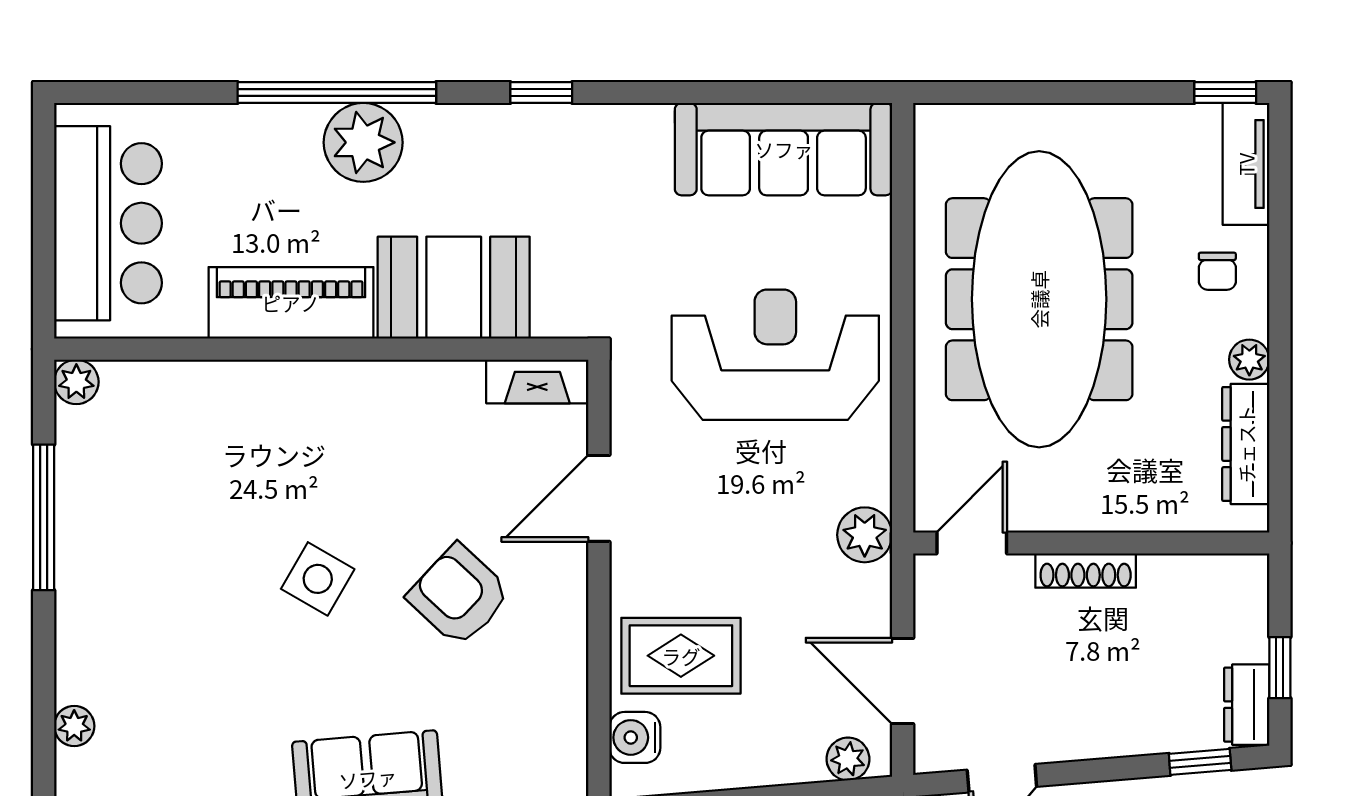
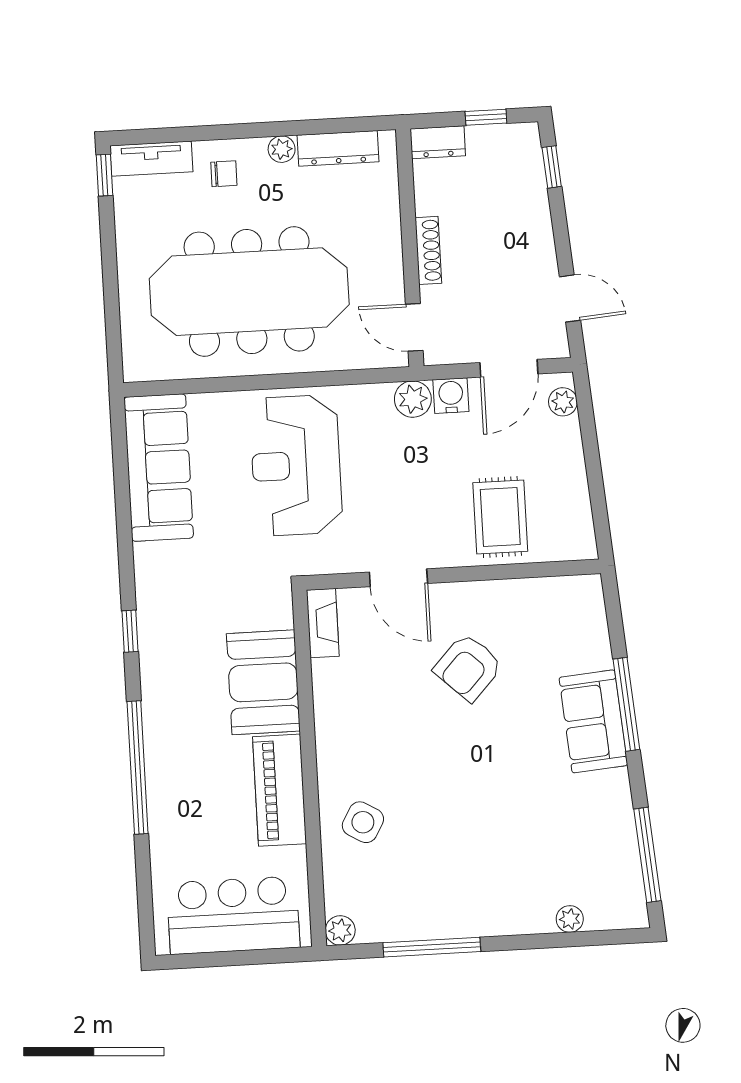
plant: (363, 142) -> (170, 748), removed
side table: (318, 579) -> (363, 822), moved
dresser: (1247, 705) -> (438, 142), moved
water cooler: (635, 737) -> (451, 396), moved, turned 180

